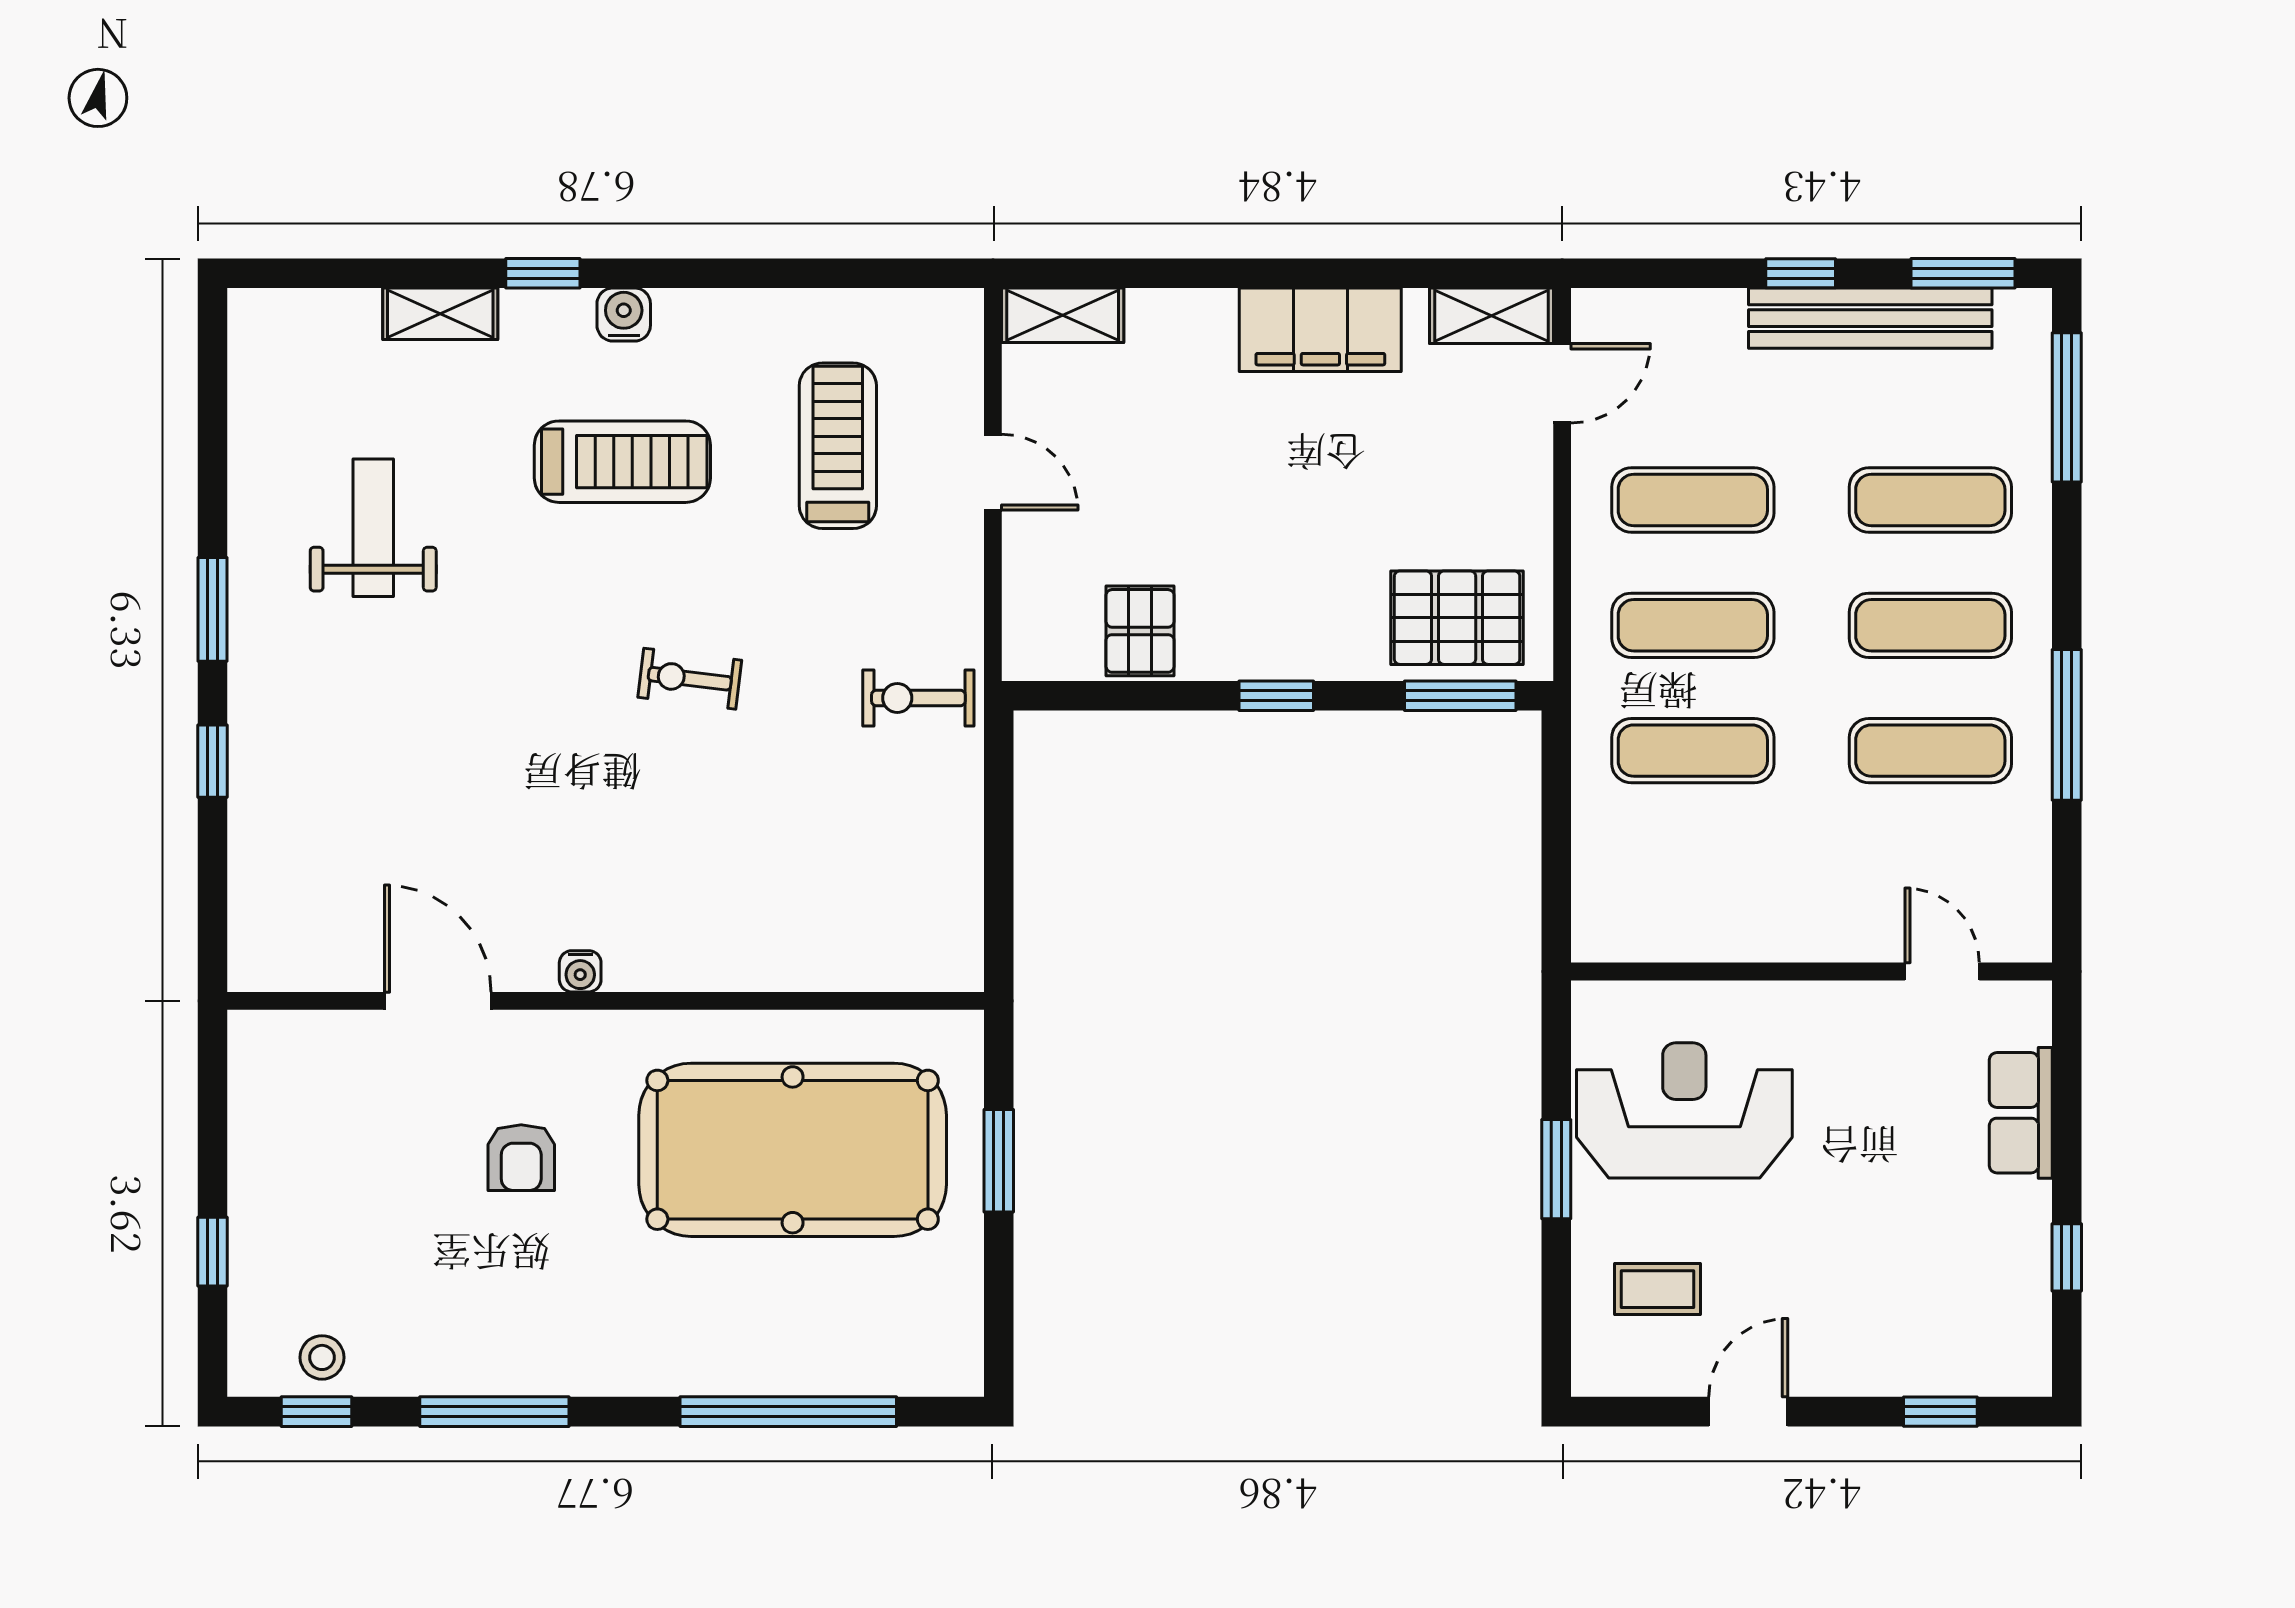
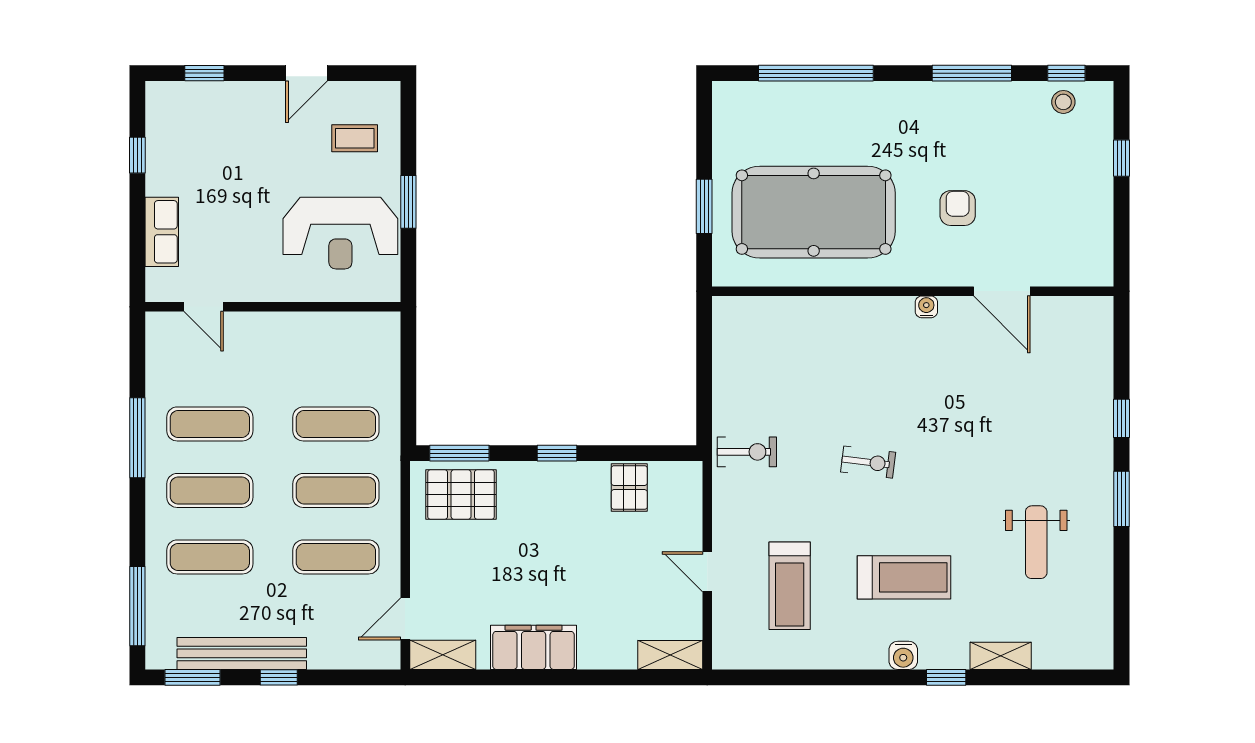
treadmill: (622, 462) -> (904, 577), turned 180

